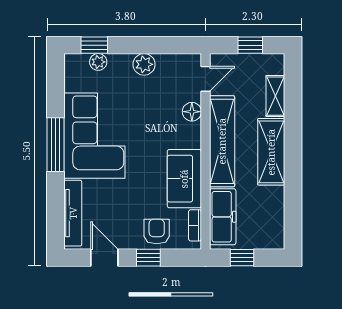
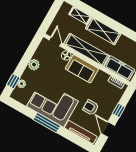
window: (250, 45) -> (52, 14), removed
sofa: (184, 179) -> (82, 69), moved
armchair: (157, 231) -> (91, 108), moved
door: (104, 258) -> (108, 129), hinge flipped

